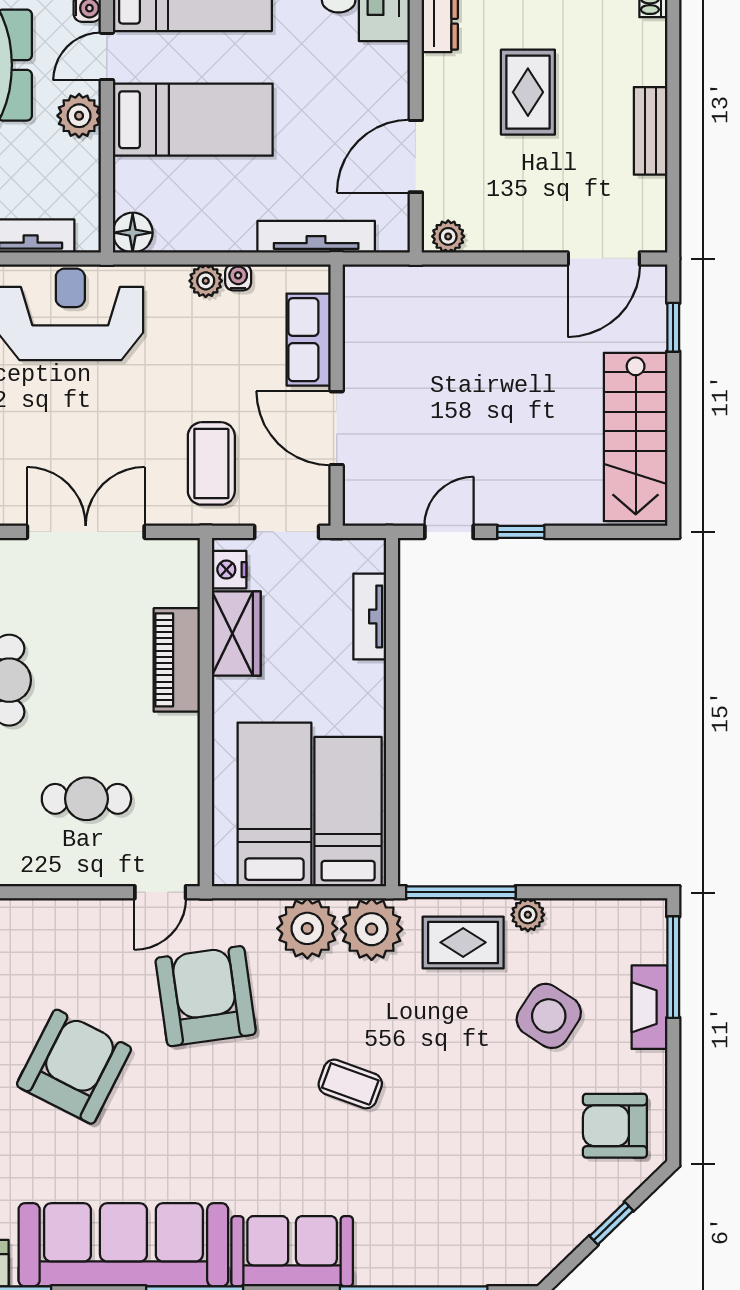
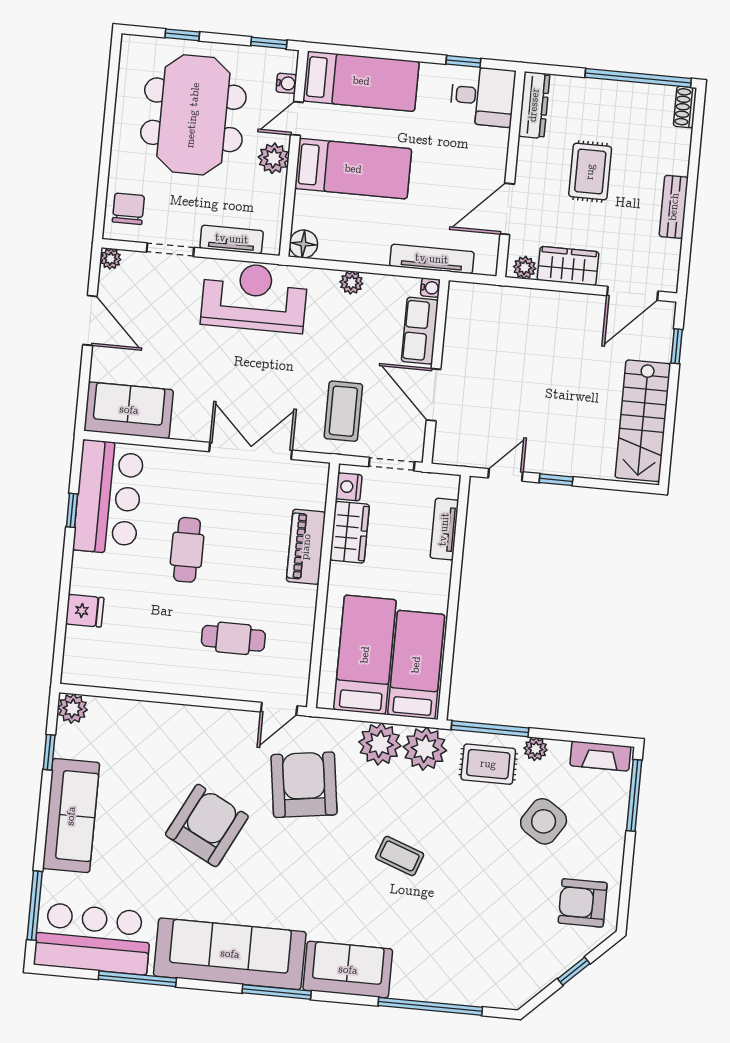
wardrobe: (509, 228) -> (568, 266), added
water cooler: (238, 277) -> (430, 288), moved, turned 90
fireplace: (649, 1007) -> (600, 756), moved, turned -90

